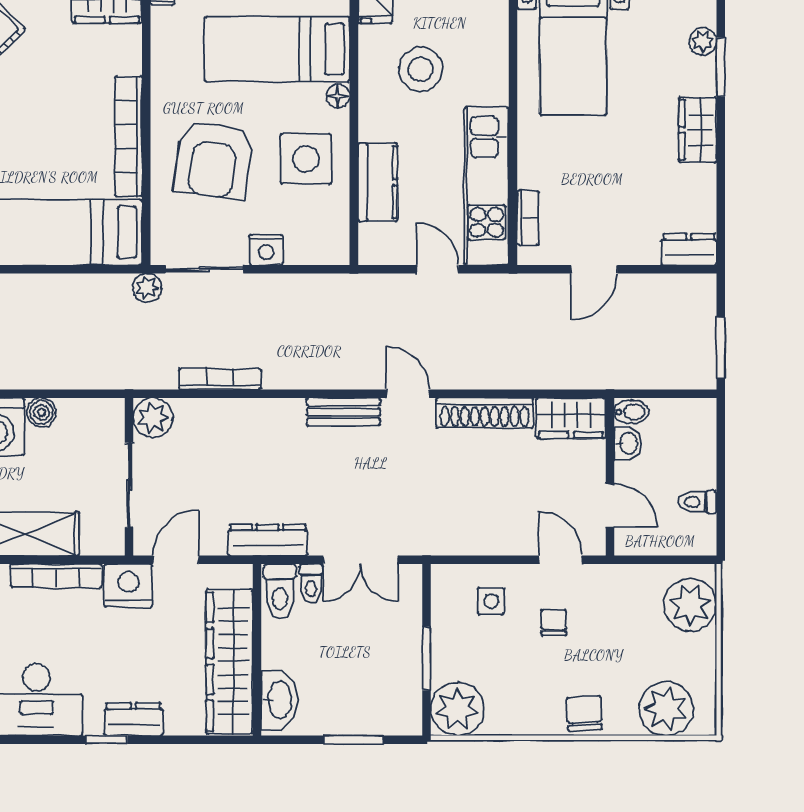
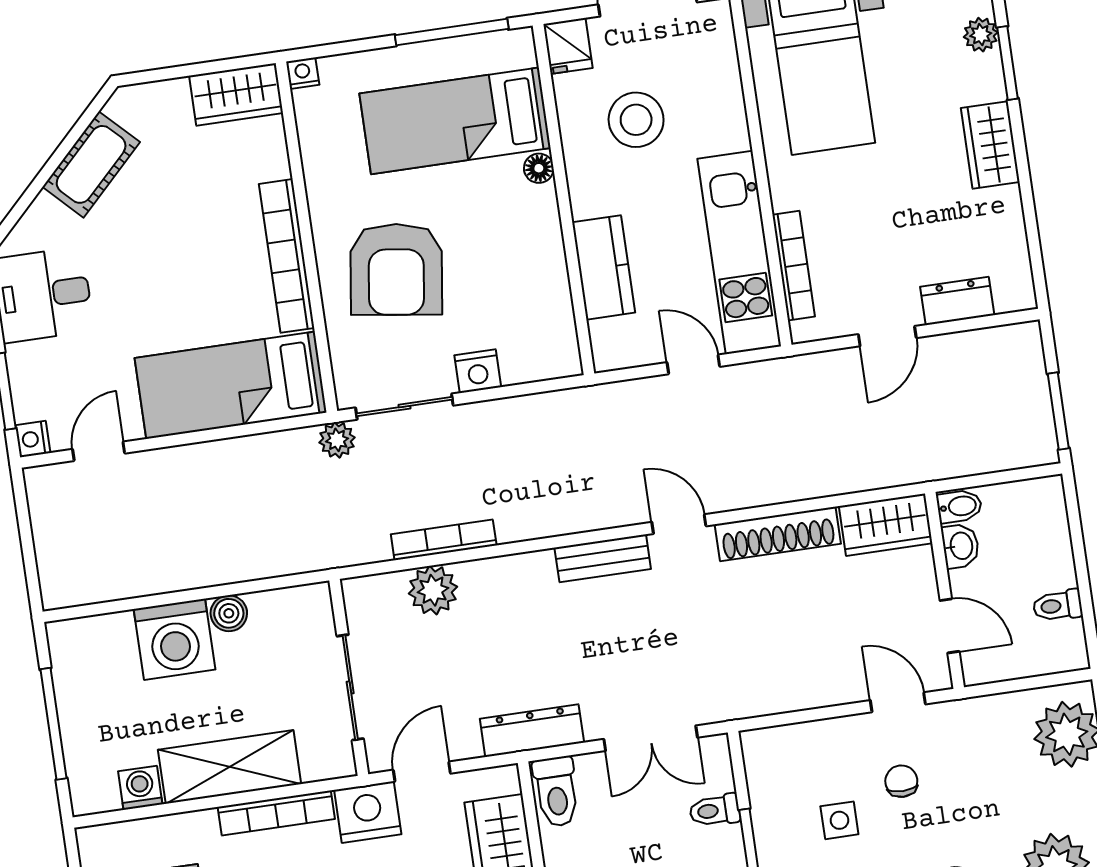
side table: (306, 159) -> (510, 251), removed
bookcase: (528, 218) -> (794, 266), width x1.56
dresser: (689, 249) -> (957, 301), moved
plant: (153, 418) -> (433, 590), moved
toilet: (311, 583) -> (715, 810), moved, turned 90
side table: (491, 601) -> (839, 820), moved

